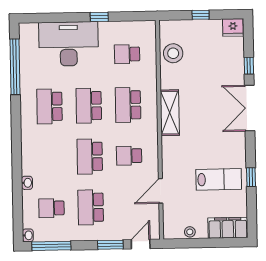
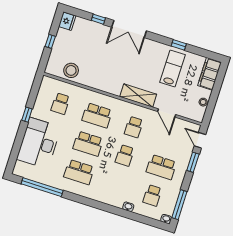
shelving: (170, 113) -> (138, 96), moved
school desk: (90, 157) -> (125, 155), width x0.54

